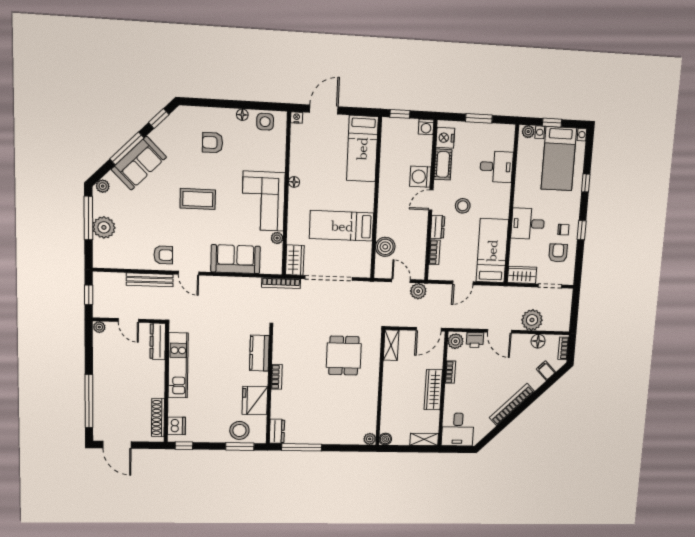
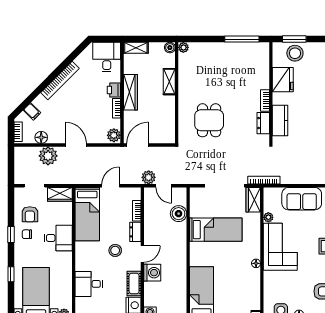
printer: (475, 340) -> (114, 90), moved, turned -90
shelving: (391, 345) -> (169, 82), moved
dresser: (277, 431) -> (263, 123), moved

